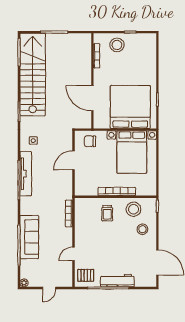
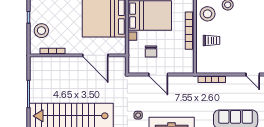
door: (92, 98) -> (95, 55), hinge flipped
chair: (90, 141) -> (151, 52), moved

